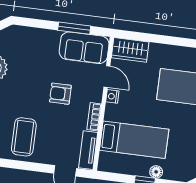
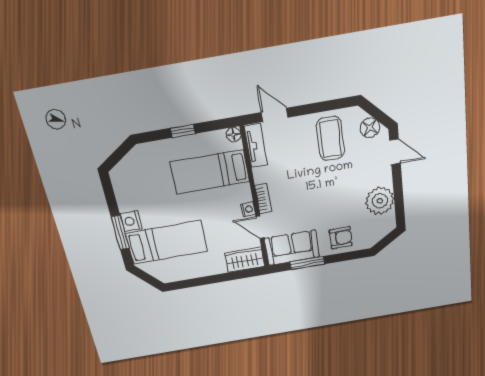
armchair: (60, 94) -> (341, 238), moved
bookcase: (94, 117) -> (263, 199), moved
floor lamp: (156, 172) -> (234, 134), moved

